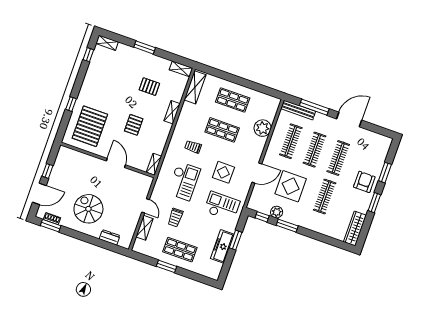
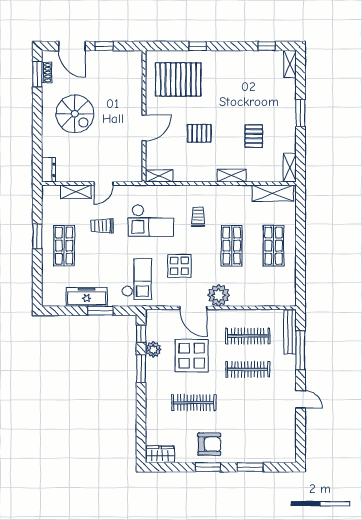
door: (349, 119) -> (300, 399), width x0.53
plant: (263, 128) -> (219, 295), moved
clothes rail: (338, 158) -> (248, 403), removed
armchair: (364, 182) -> (209, 444), moved
spiral stairs: (88, 209) -> (75, 114), turned 90
wardrobe: (355, 228) -> (160, 454), width x0.67
dresser: (110, 237) -> (49, 170), moved

